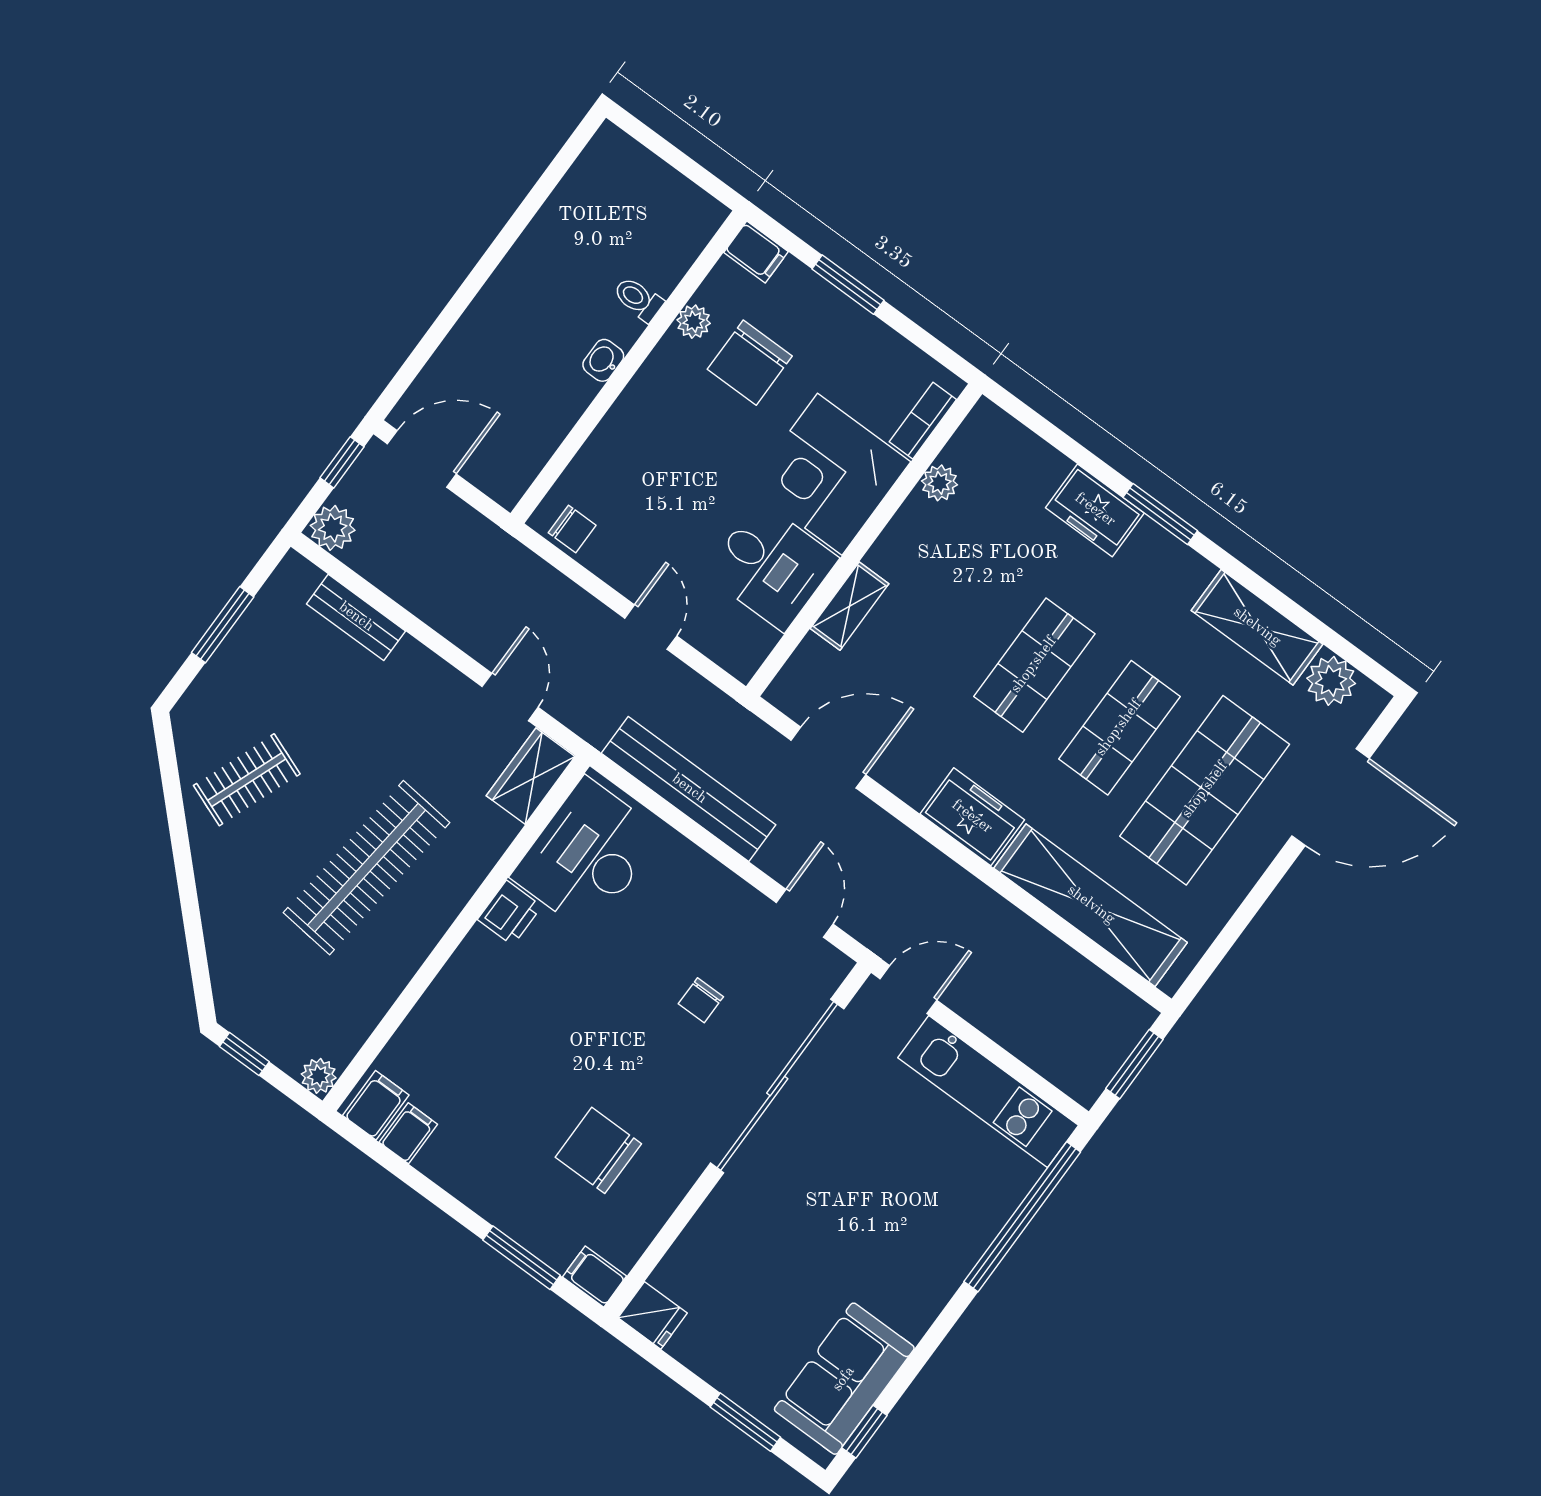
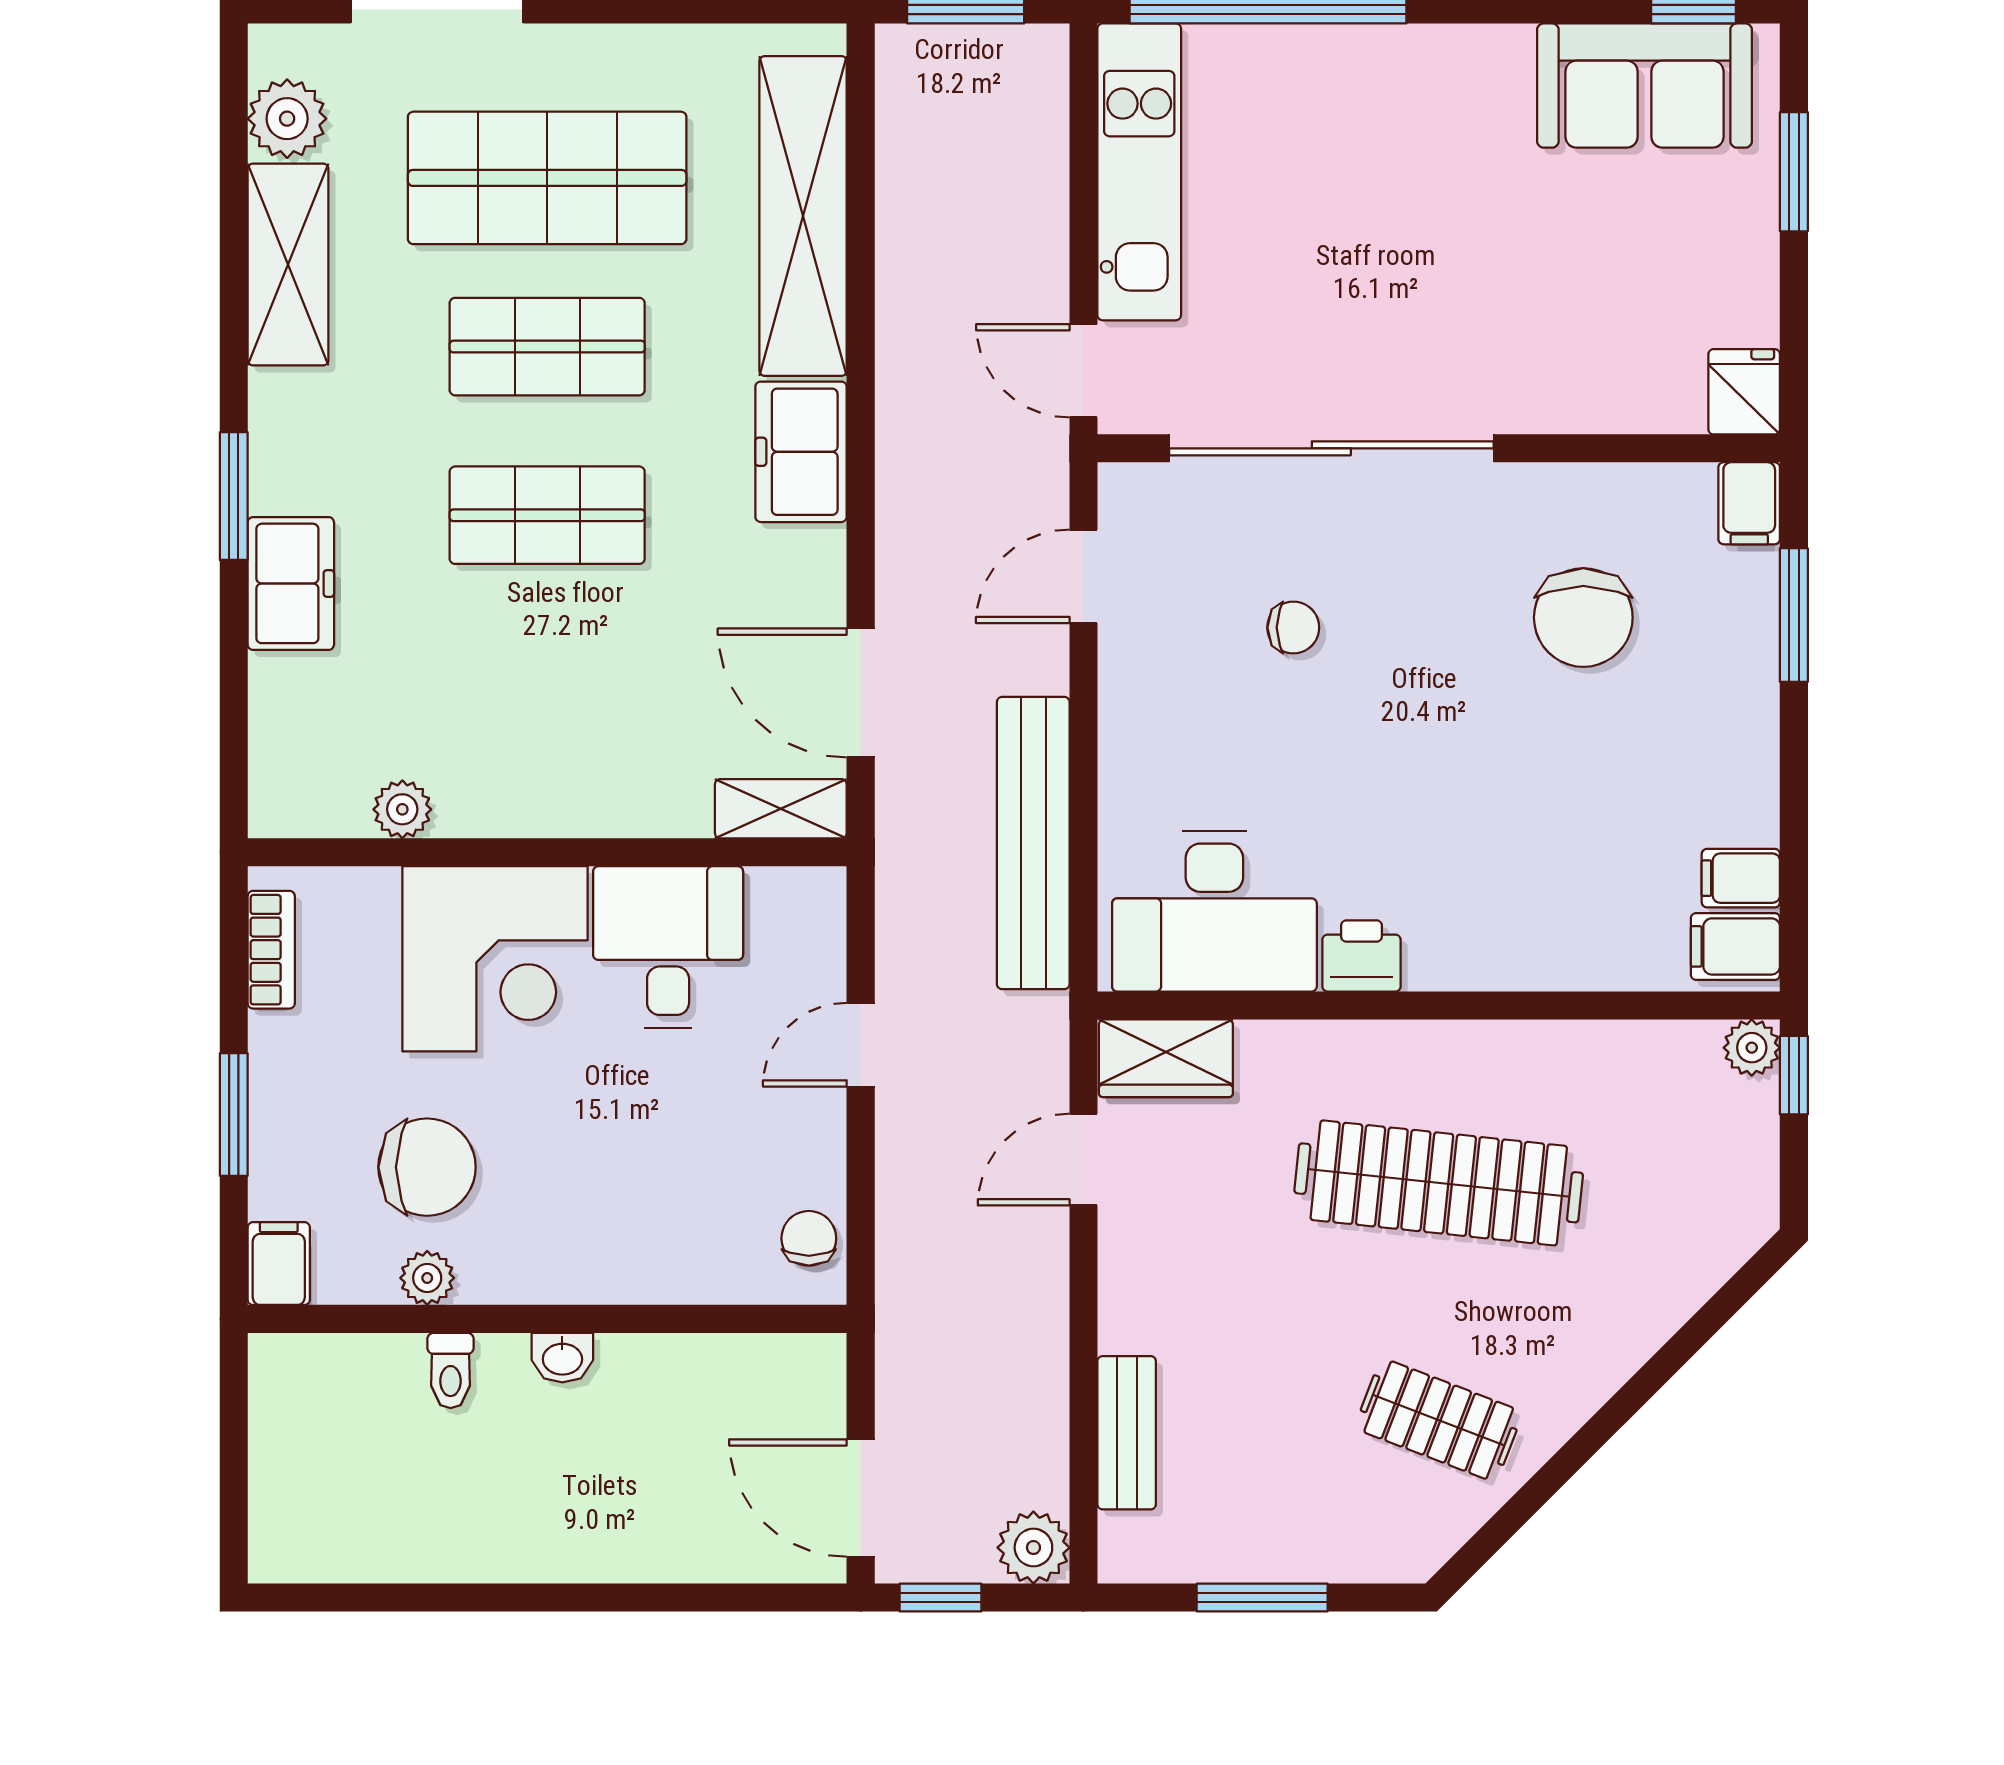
bookcase: (923, 421) -> (271, 950), moved, turned -90
shelving: (850, 606) -> (781, 809), moved
window: (244, 1054) -> (1794, 1075), moved

